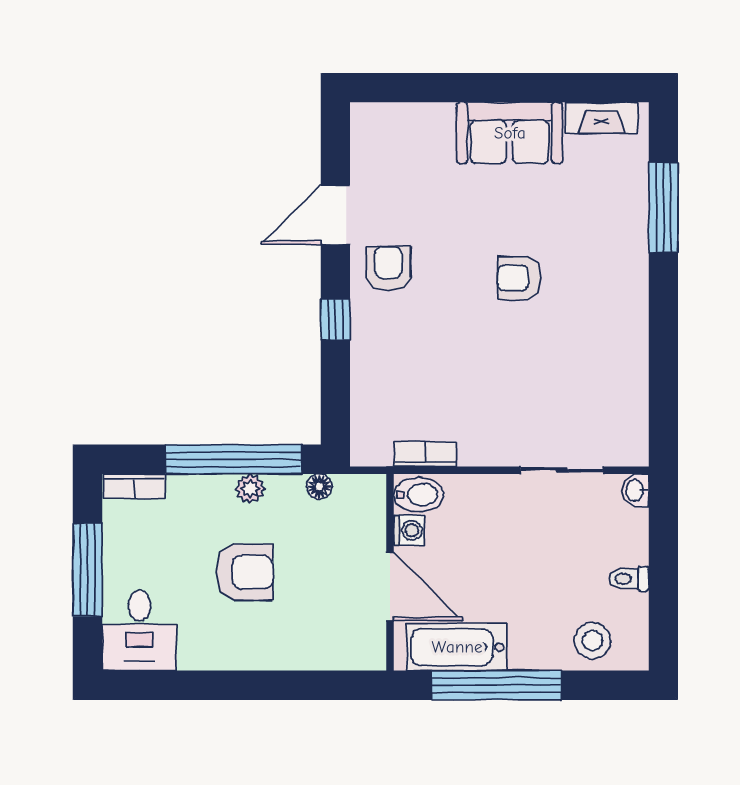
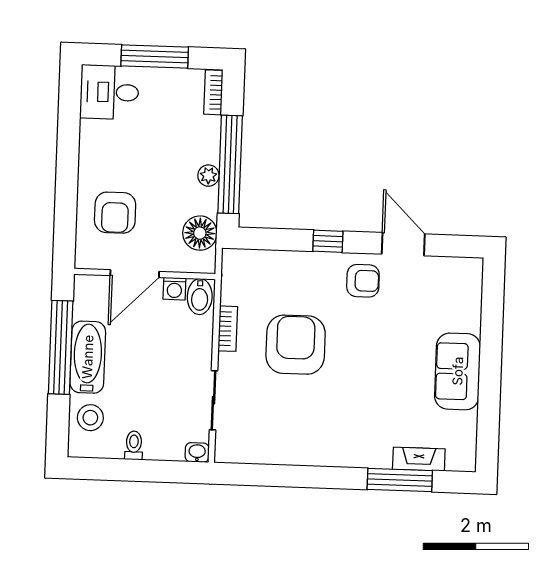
fireplace: (602, 118) -> (419, 459), moved, turned 90
armchair: (519, 278) -> (296, 345), moved, width x1.88, depth x1.88
bookcase: (425, 454) -> (228, 329), moved
floor lamp: (319, 487) -> (200, 233), width x1.89, depth x1.89
armchair: (245, 572) -> (115, 213), moved
bathtub: (457, 647) -> (88, 357), moved

